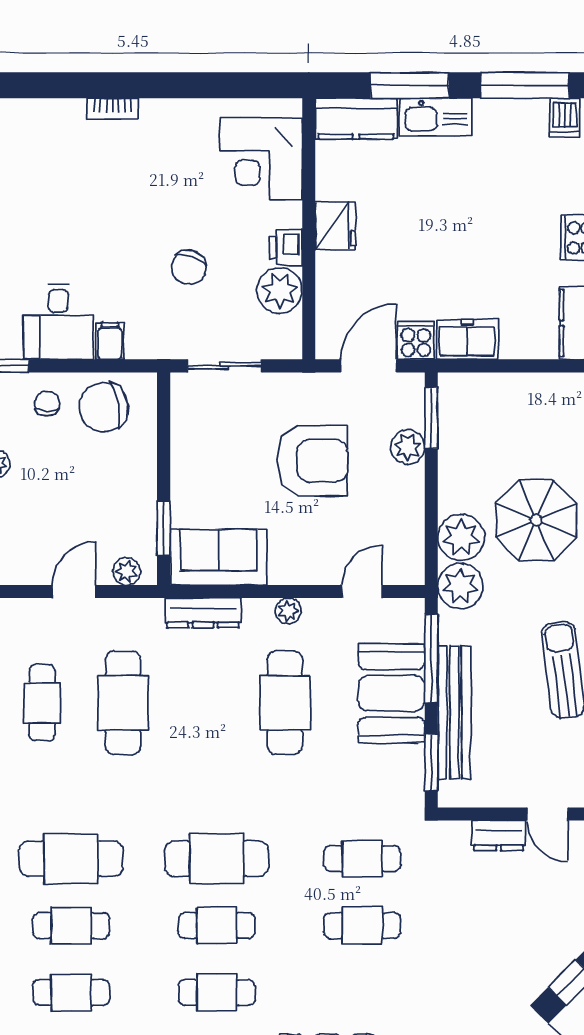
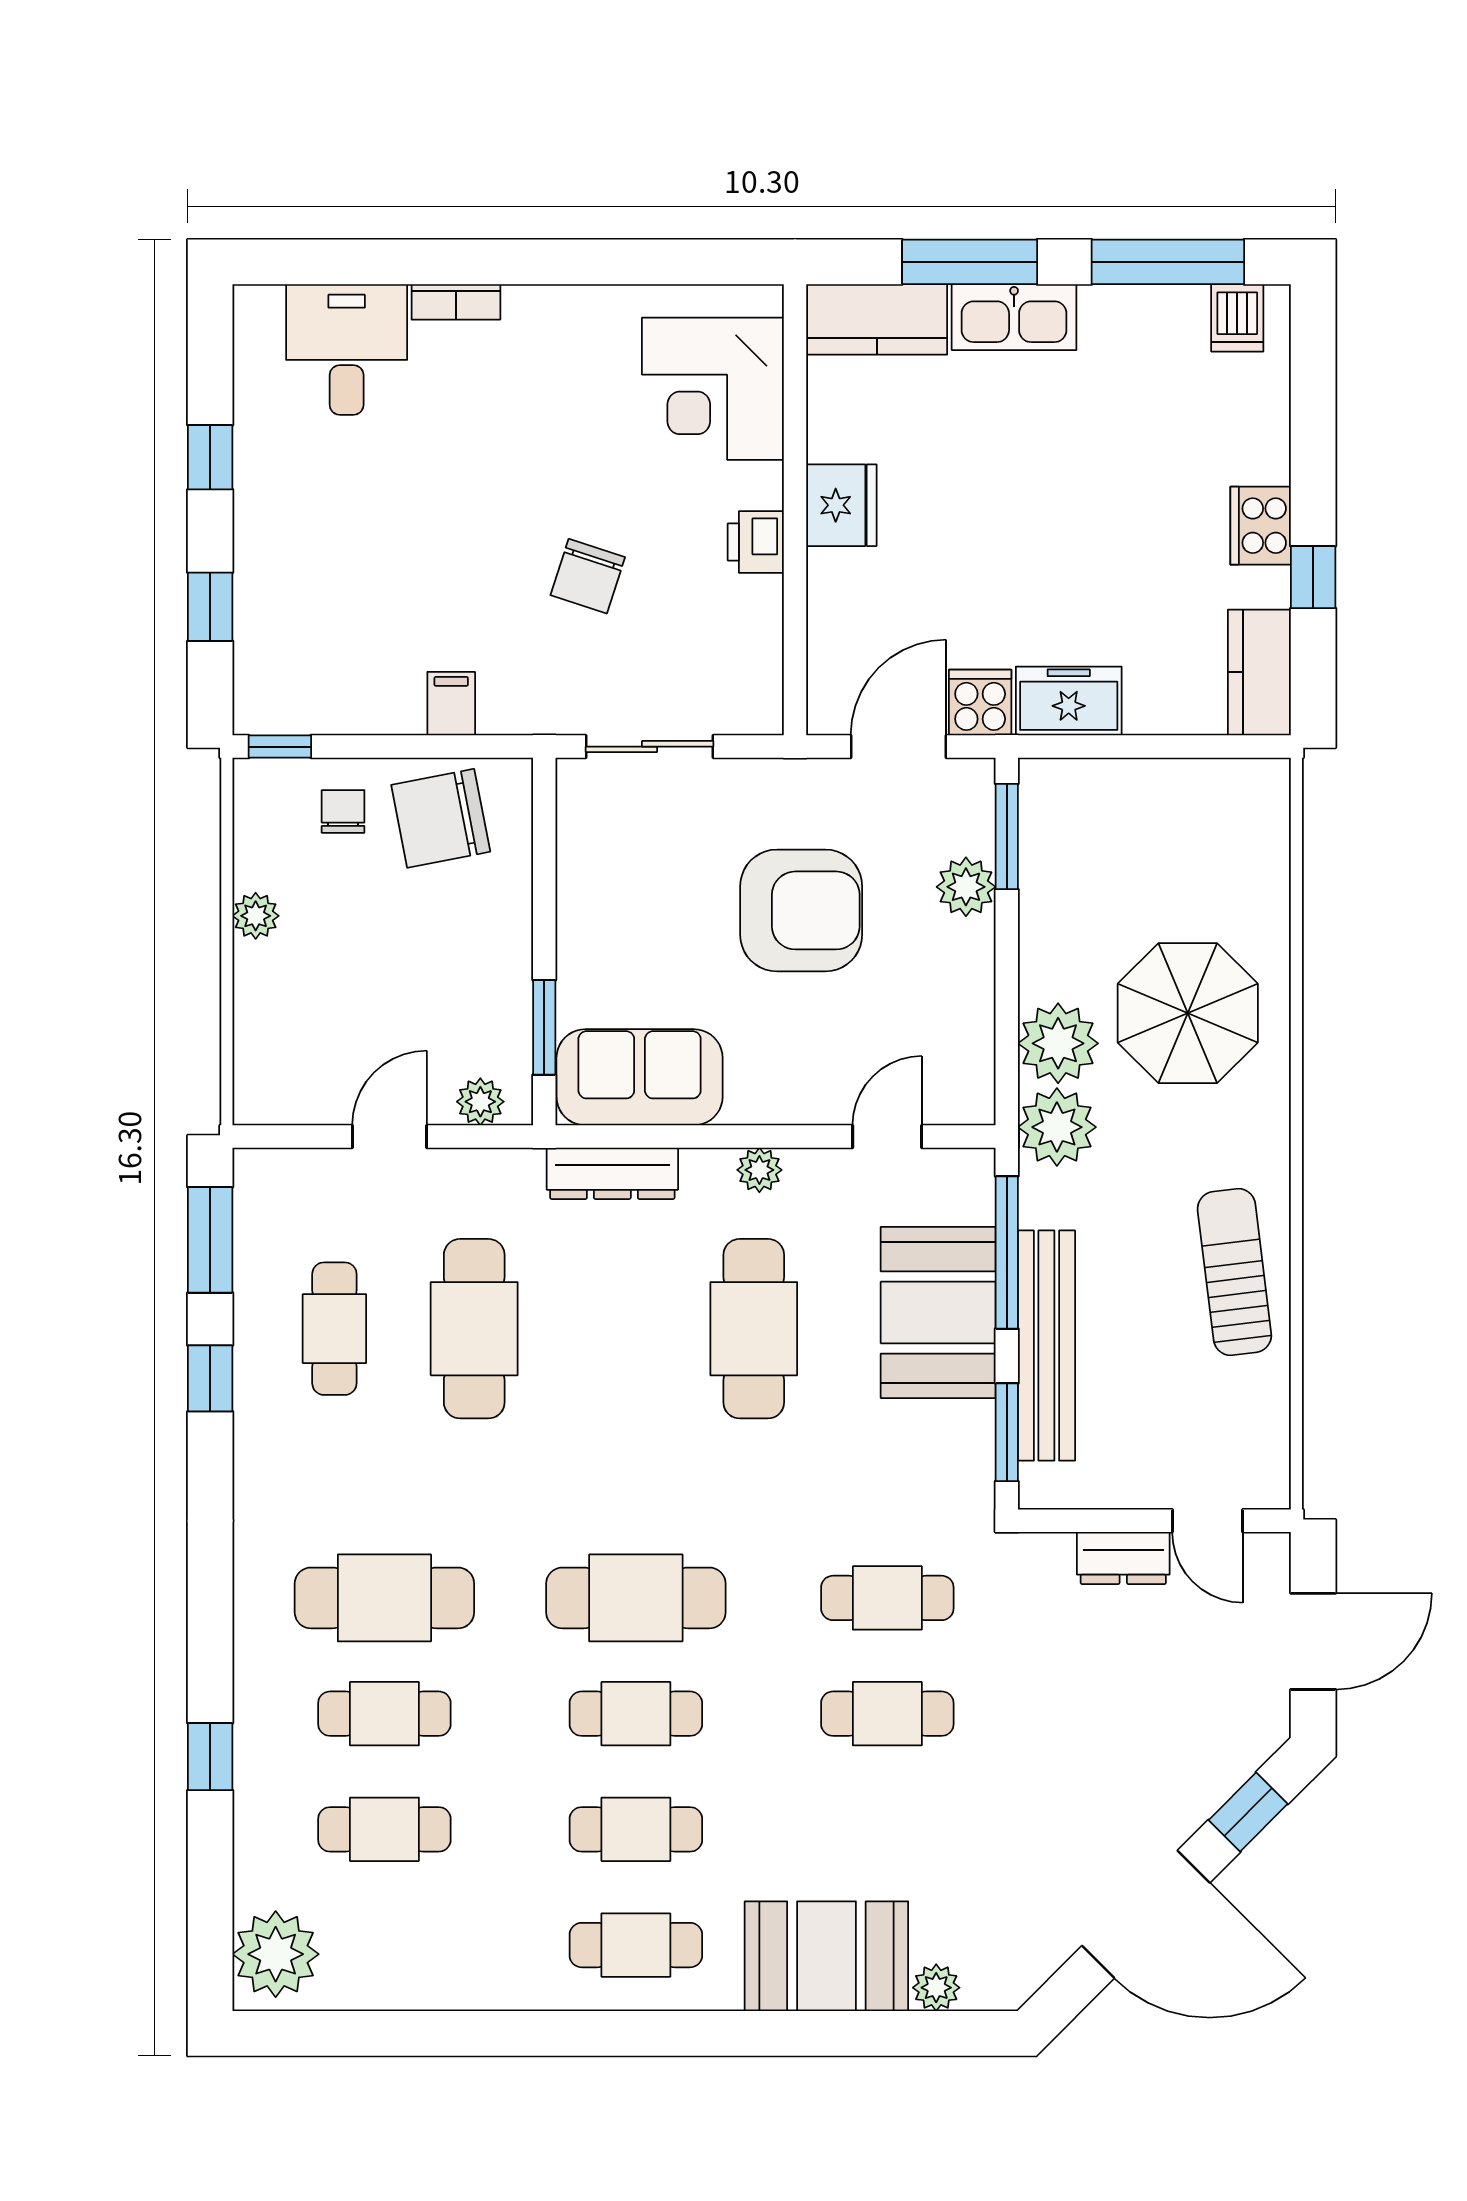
plant: (280, 291) -> (745, 616), removed
desk: (58, 322) -> (347, 349), moved, turned 180

